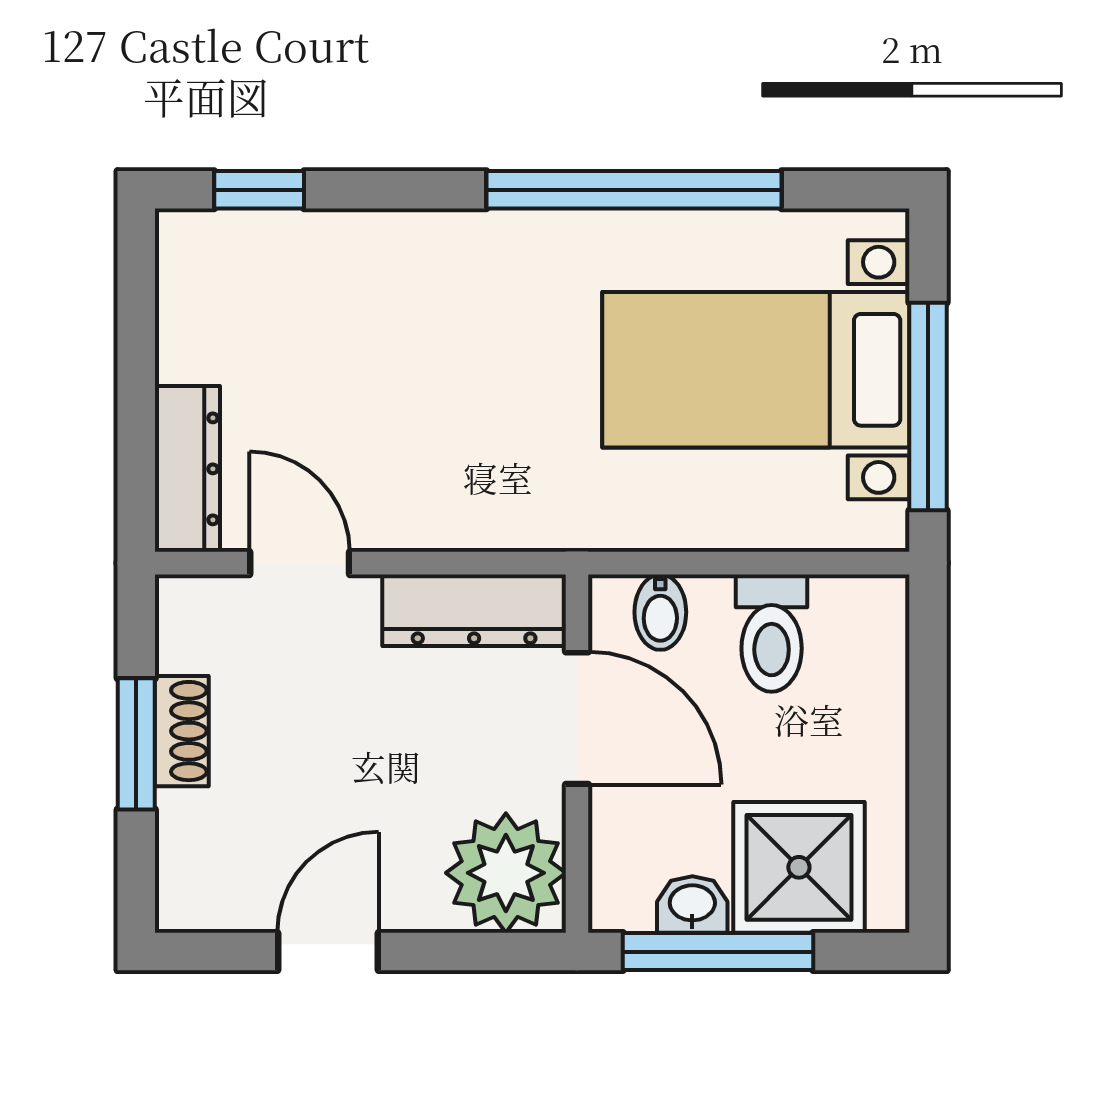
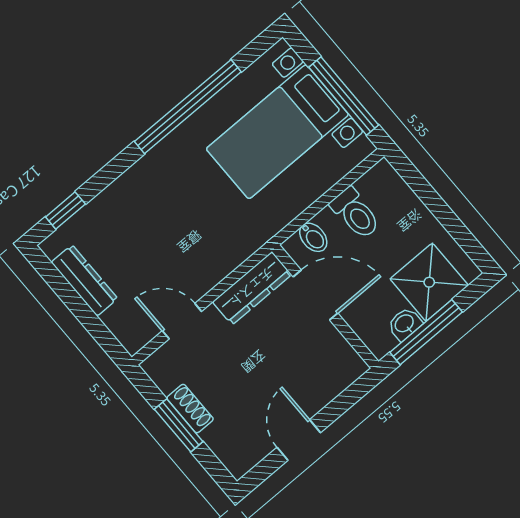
dresser: (187, 469) -> (84, 280), moved
plant: (506, 873) -> (335, 365), removed

